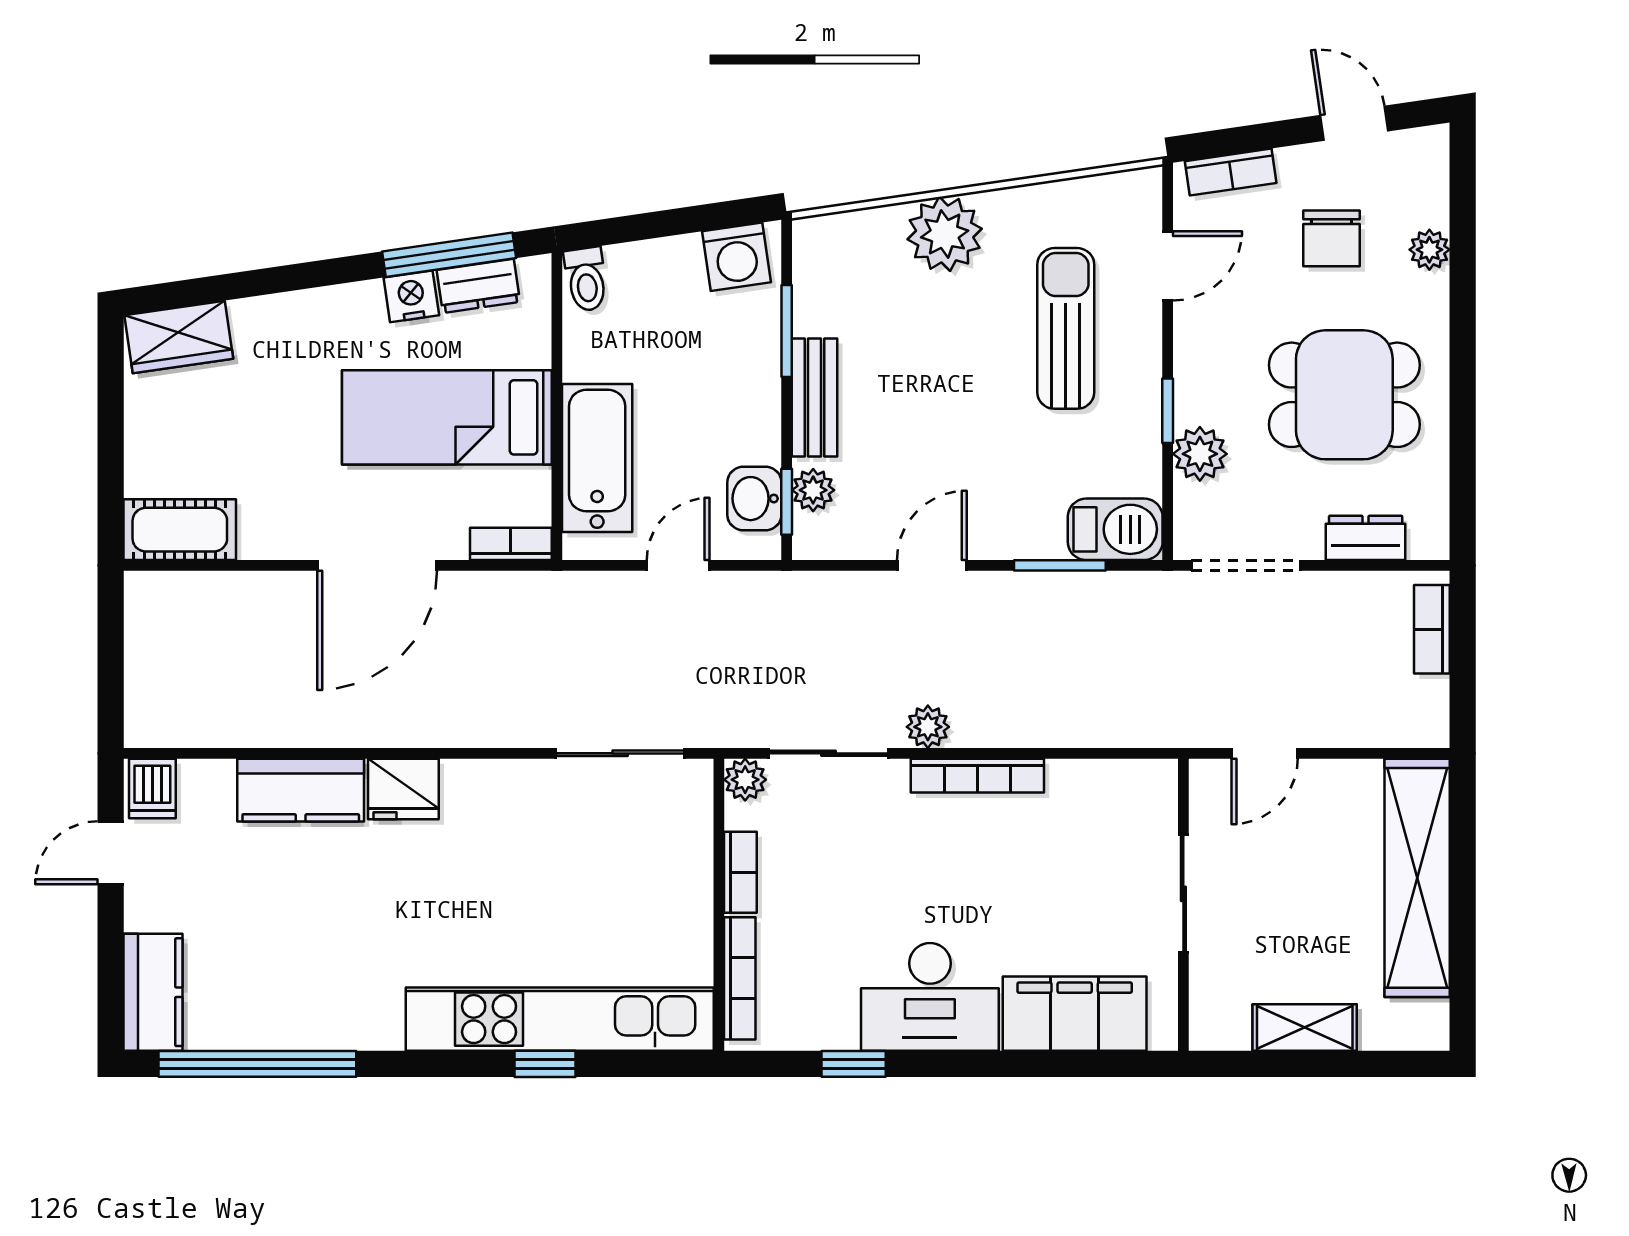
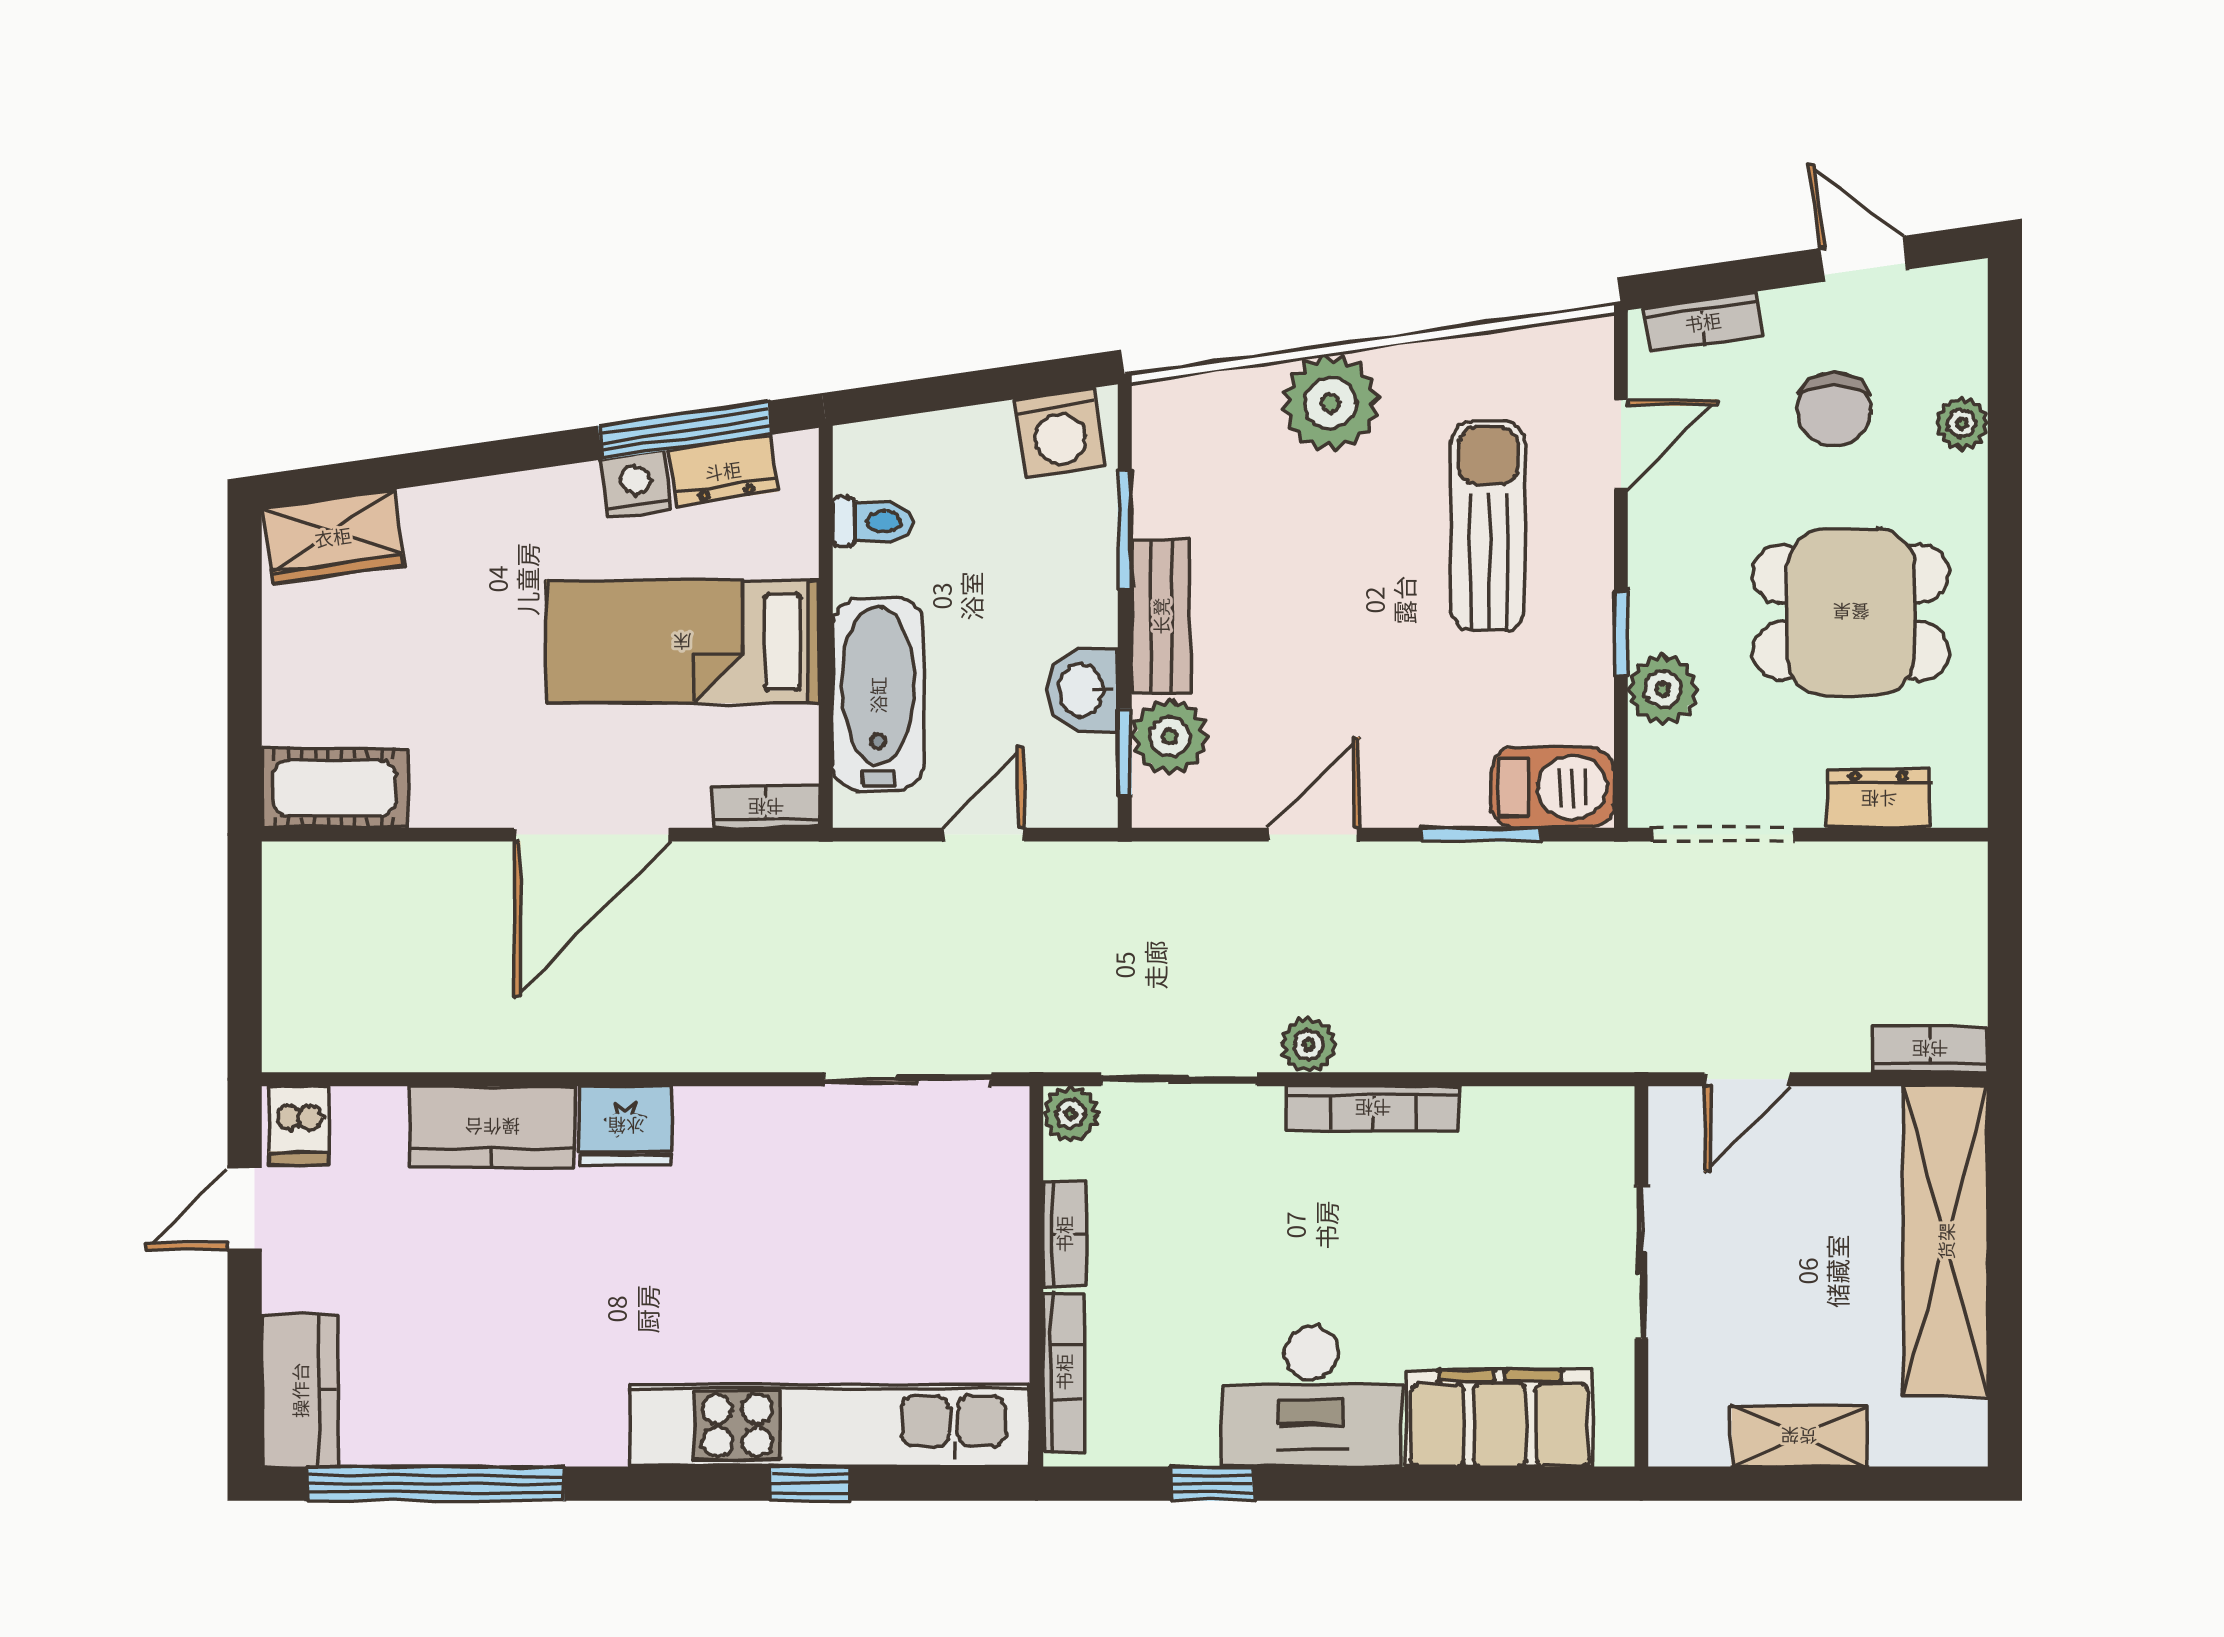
toilet: (586, 279) -> (873, 521), moved, turned -82
plant: (813, 490) -> (1170, 736), width x1.38, depth x1.38
washbasin: (754, 499) -> (1083, 690), moved
bookcase: (1432, 629) -> (1930, 1049), moved, turned 90

